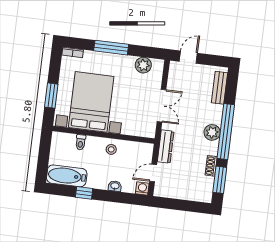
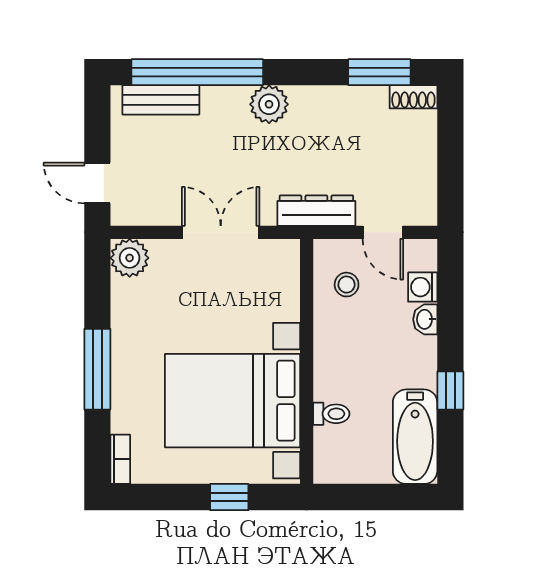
plant: (143, 65) -> (130, 258), moved
window: (51, 96) -> (229, 497), width x0.67
window: (226, 132) -> (197, 72), moved
stool: (111, 149) -> (347, 285), moved
shoe rack: (211, 166) -> (413, 97), moved
washing machine: (142, 188) -> (423, 287), moved

